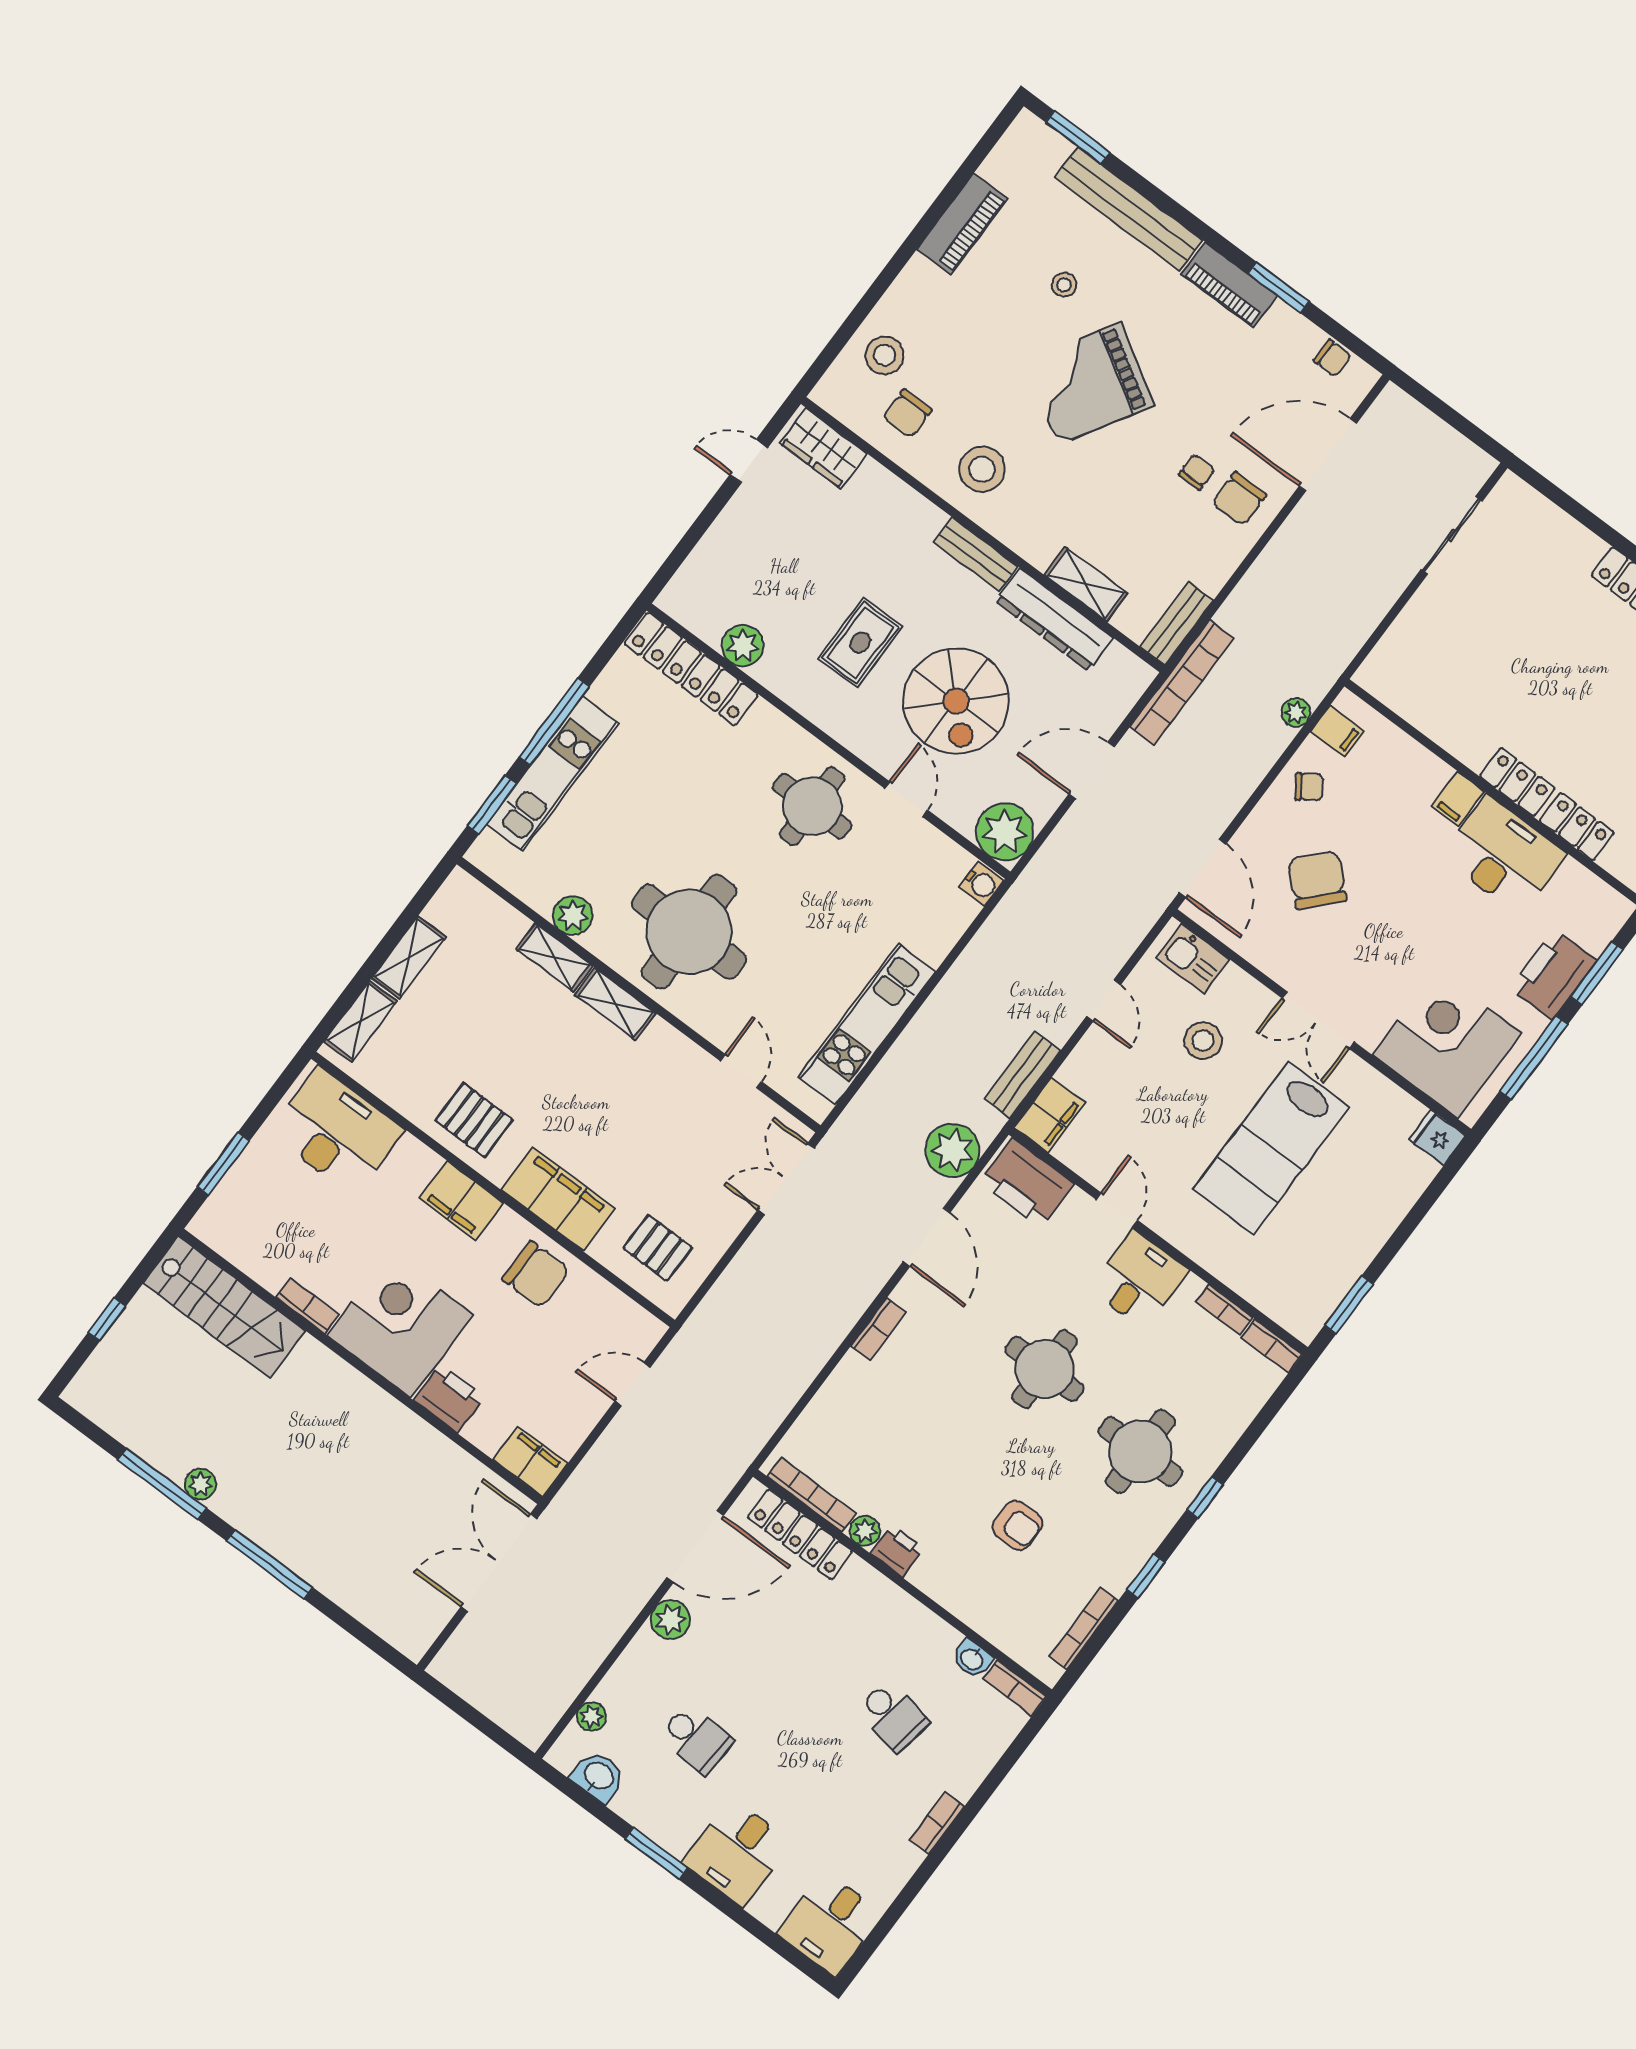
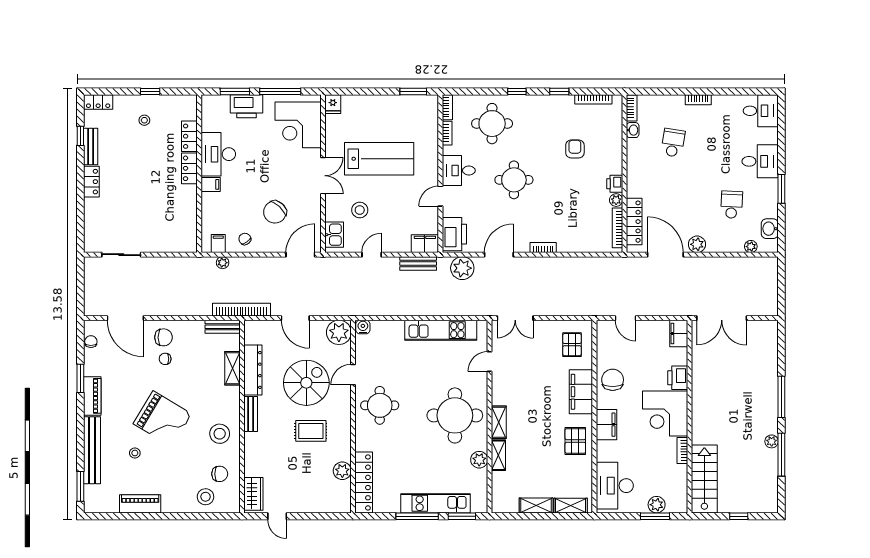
plant: (243, 1182) -> (657, 505), added
round table: (1140, 1452) -> (492, 124), moved

